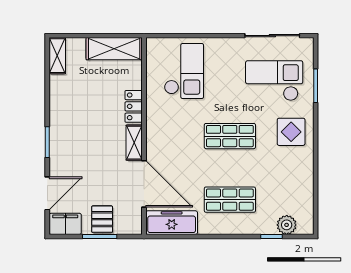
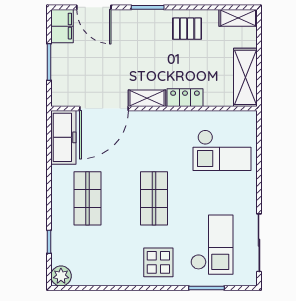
pallet: (102, 219) -> (187, 29), moved
plant: (287, 225) -> (61, 276), moved

